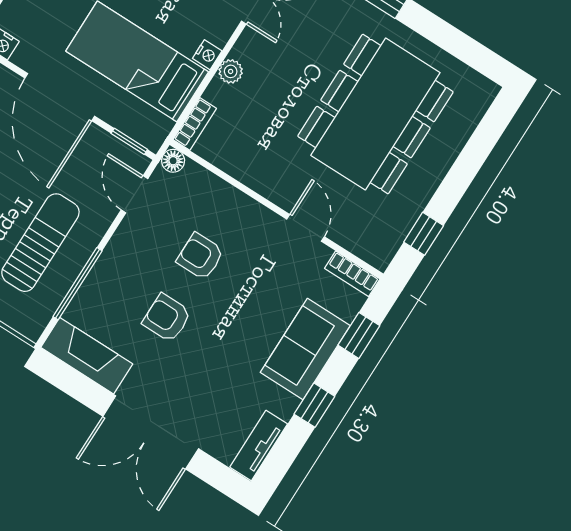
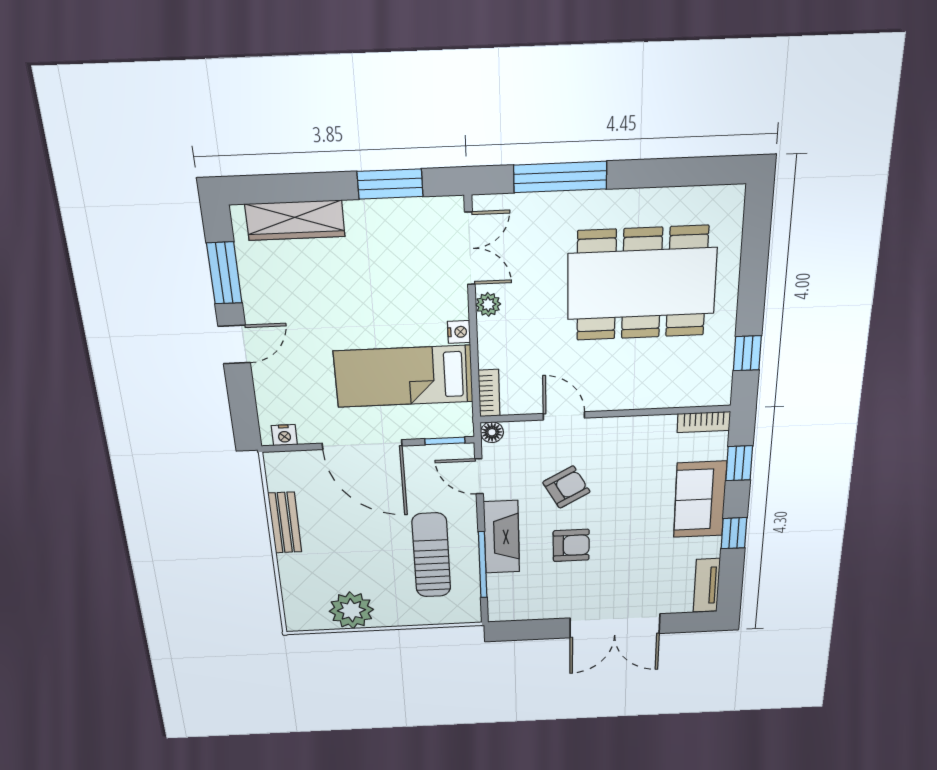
plant: (231, 71) -> (488, 304), moved
dining table: (375, 114) -> (642, 284), turned 90
door: (305, 228) -> (564, 416), moved
armchair: (200, 256) -> (566, 487), turned 151
armchair: (167, 318) -> (571, 545), turned 180
fireplace: (87, 356) -> (502, 537), moved, turned 90

